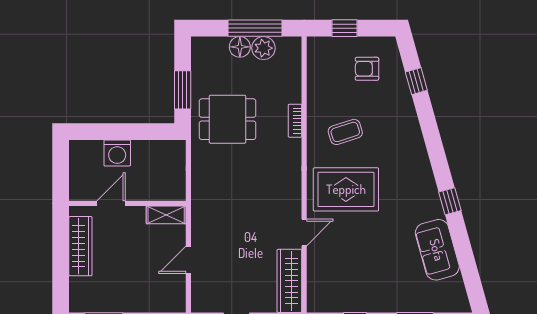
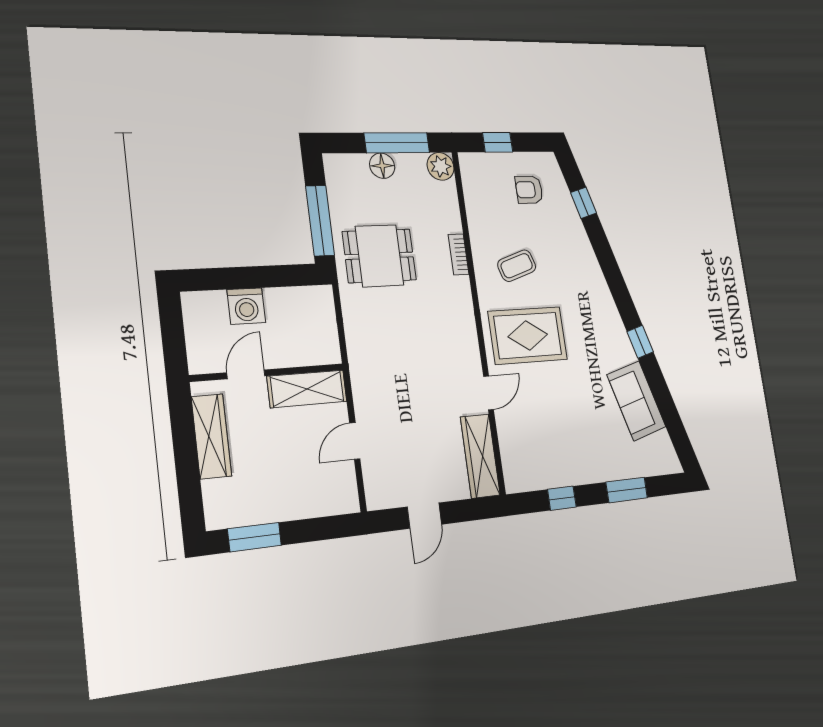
plant: (263, 48) -> (441, 166), moved
window: (183, 90) -> (320, 221), width x1.44
shelving: (166, 215) -> (307, 389), width x1.50, depth x1.33

